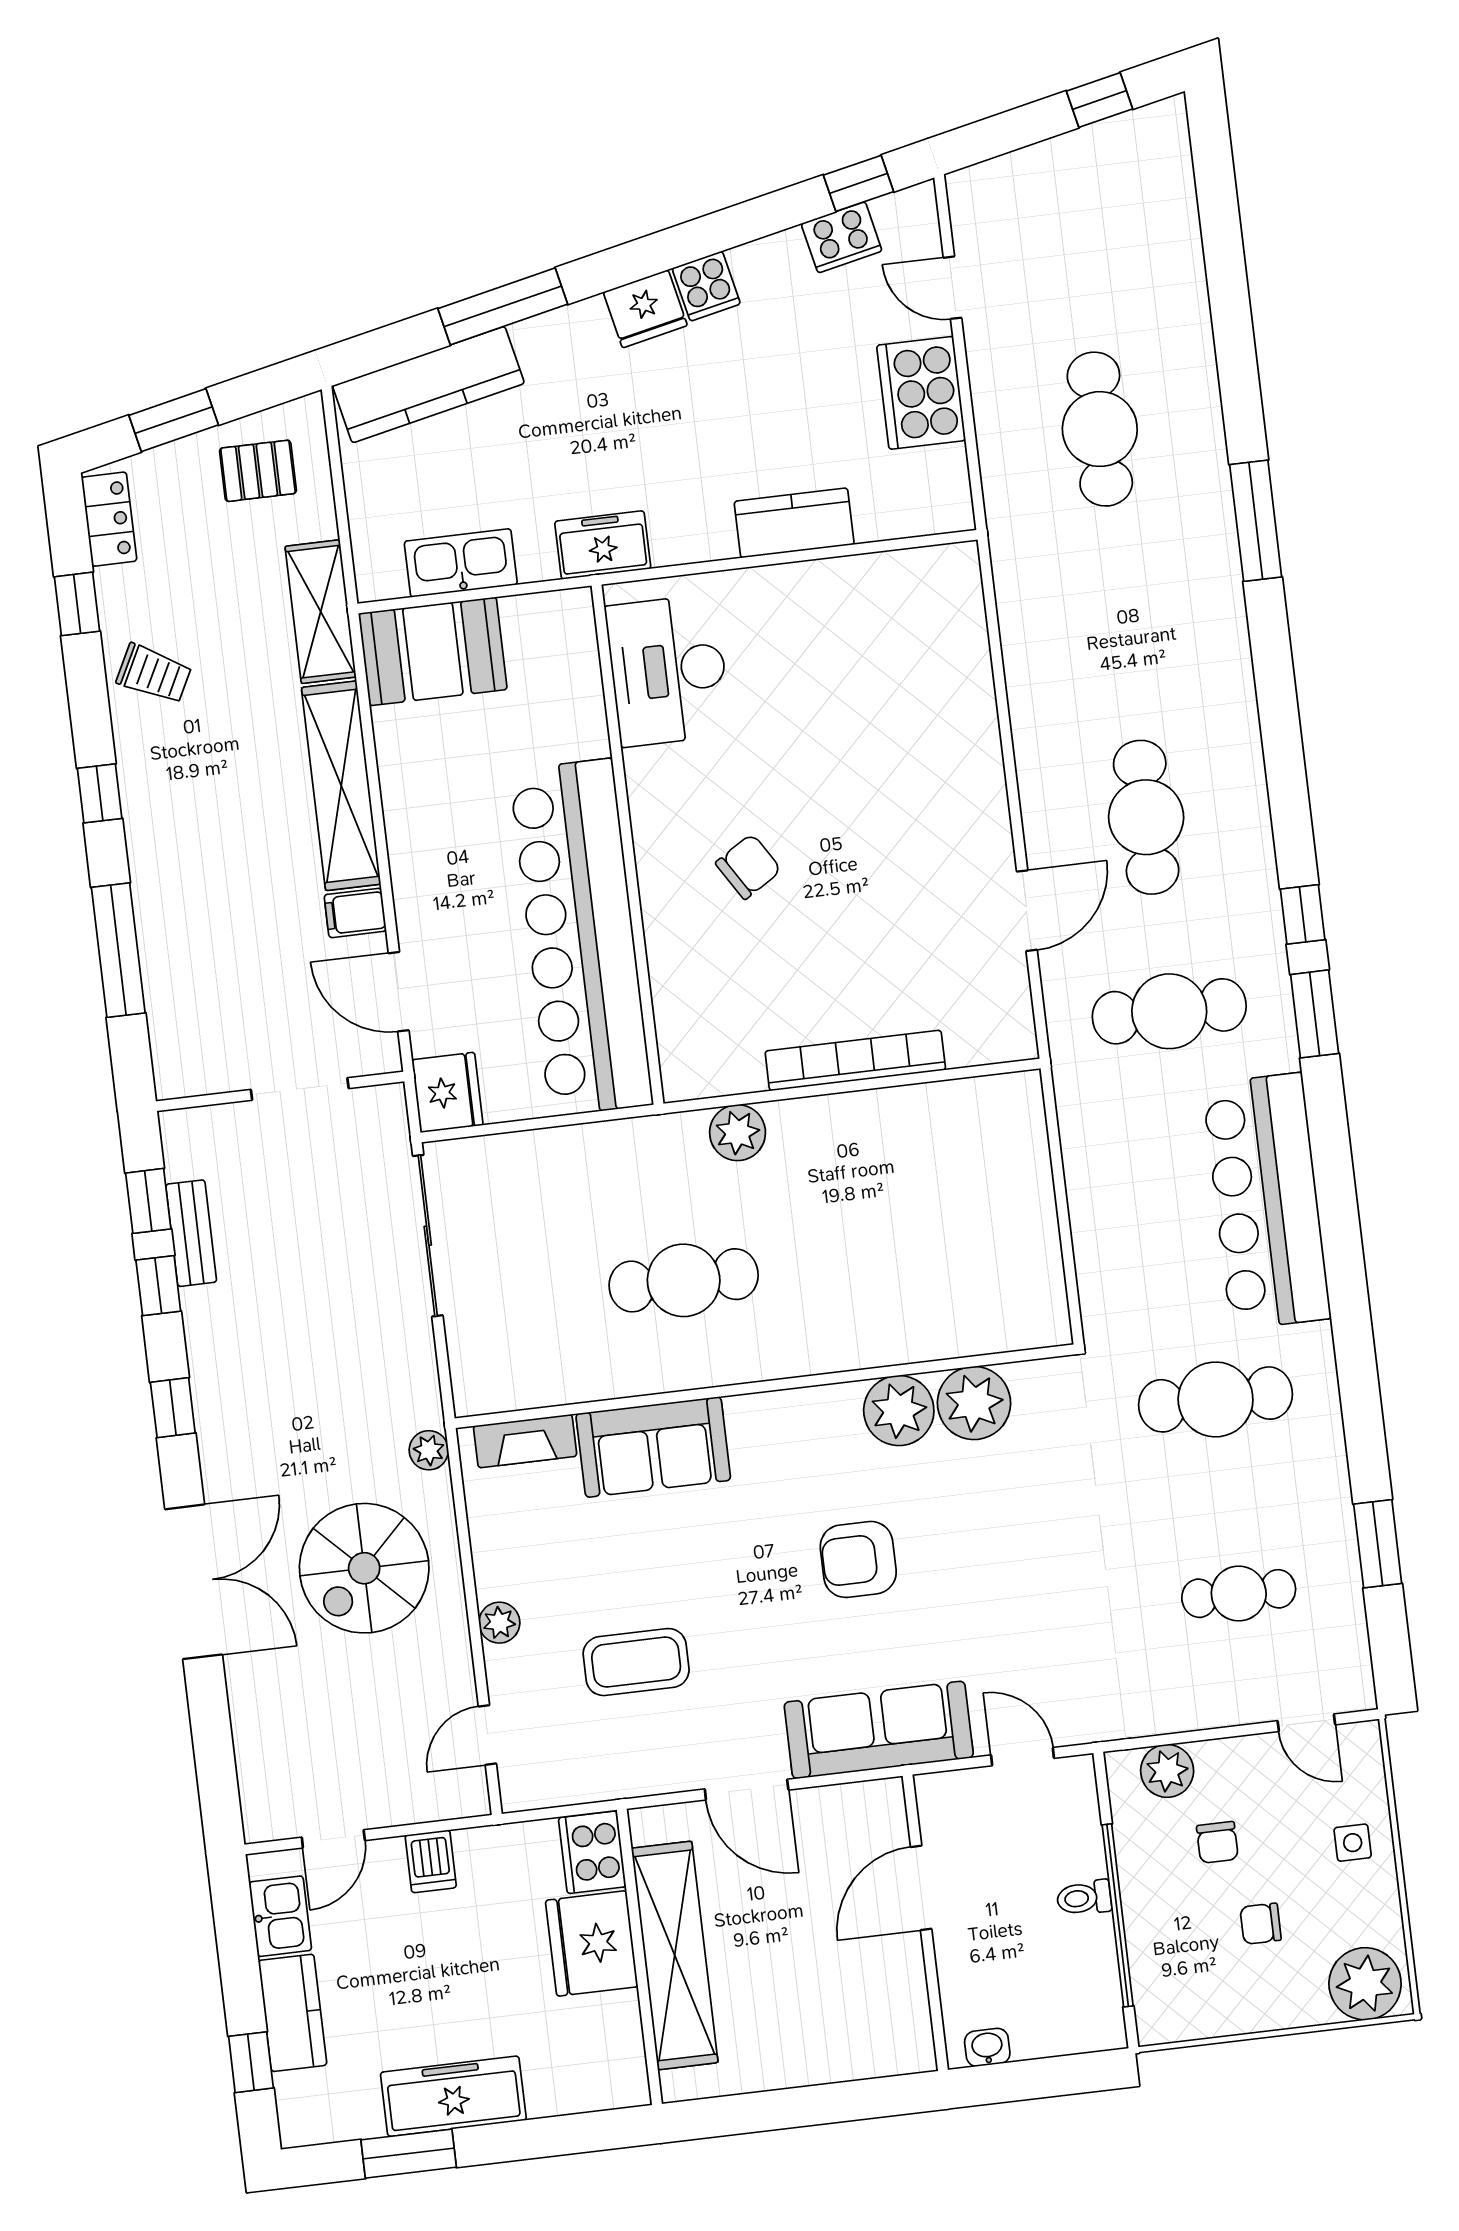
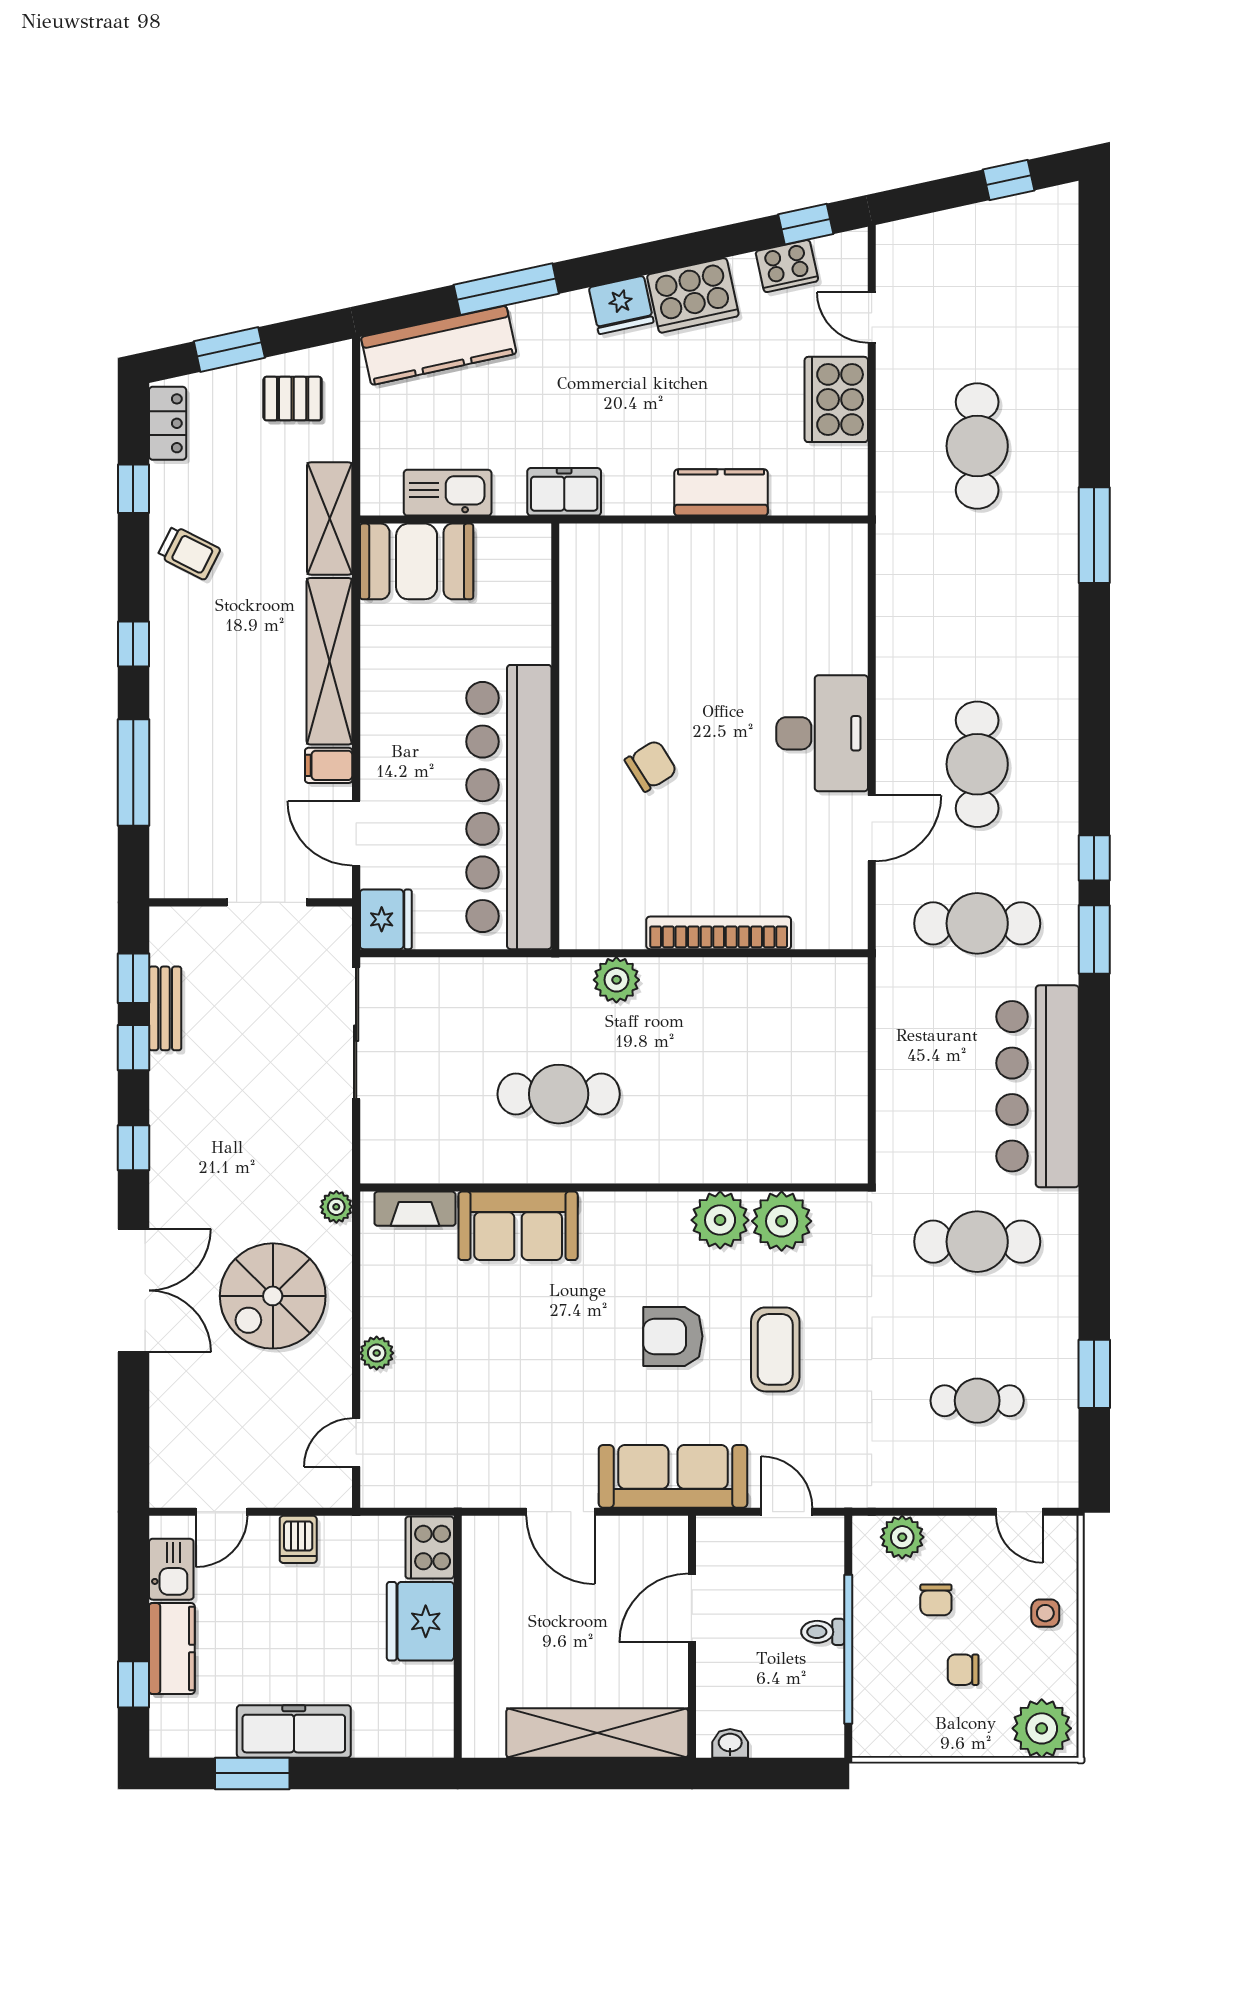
cooker: (706, 286) -> (693, 295), width x1.87, depth x1.31
desk: (668, 670) -> (822, 733), moved, turned 180
coffee table: (636, 1662) -> (775, 1349), moved, turned 90
shelving: (675, 1955) -> (597, 1733), moved, turned 90

